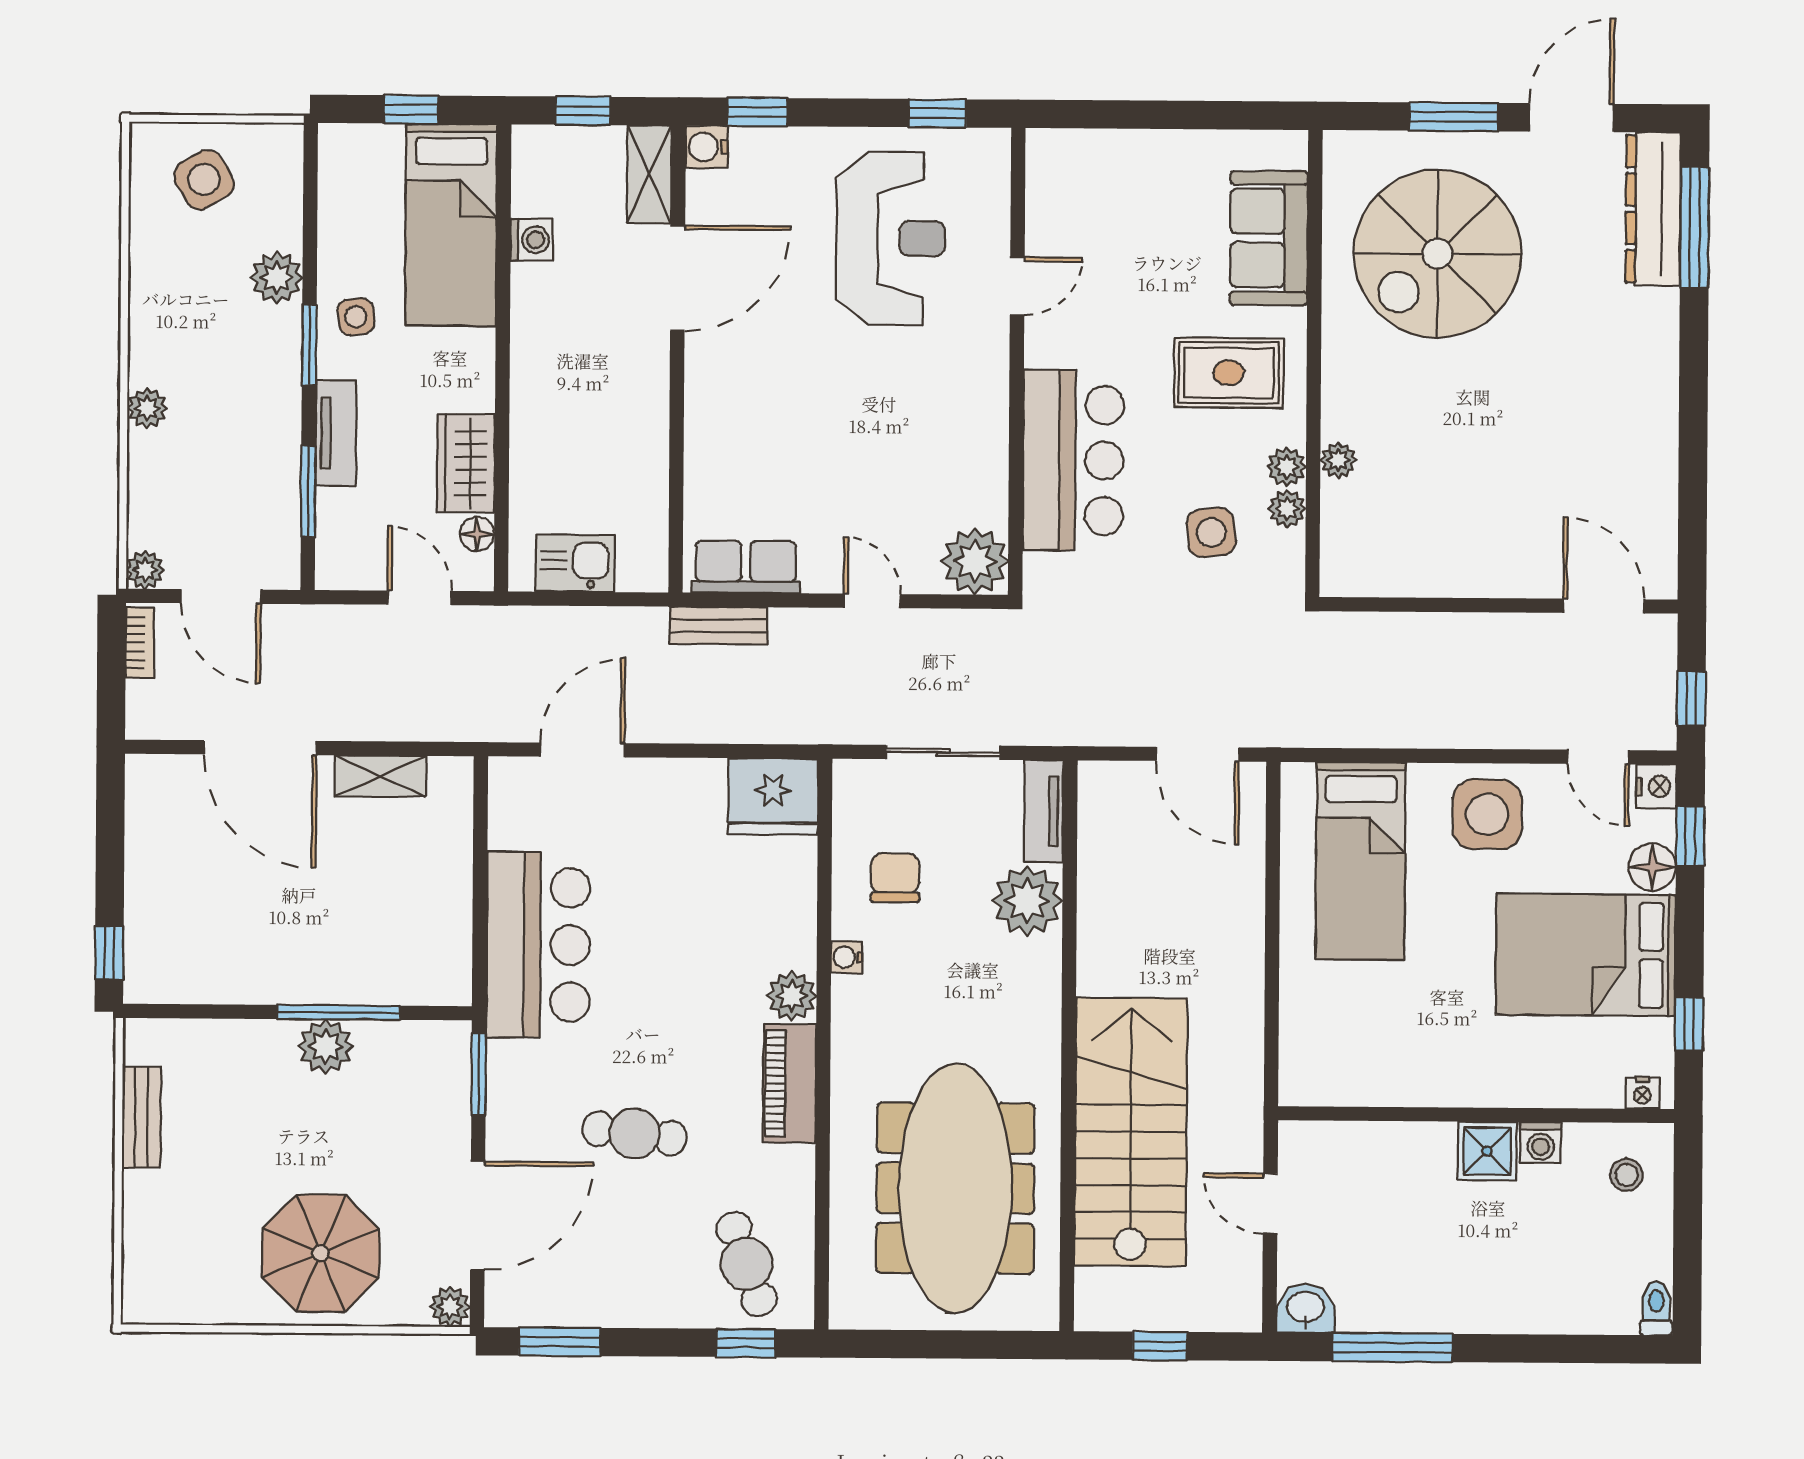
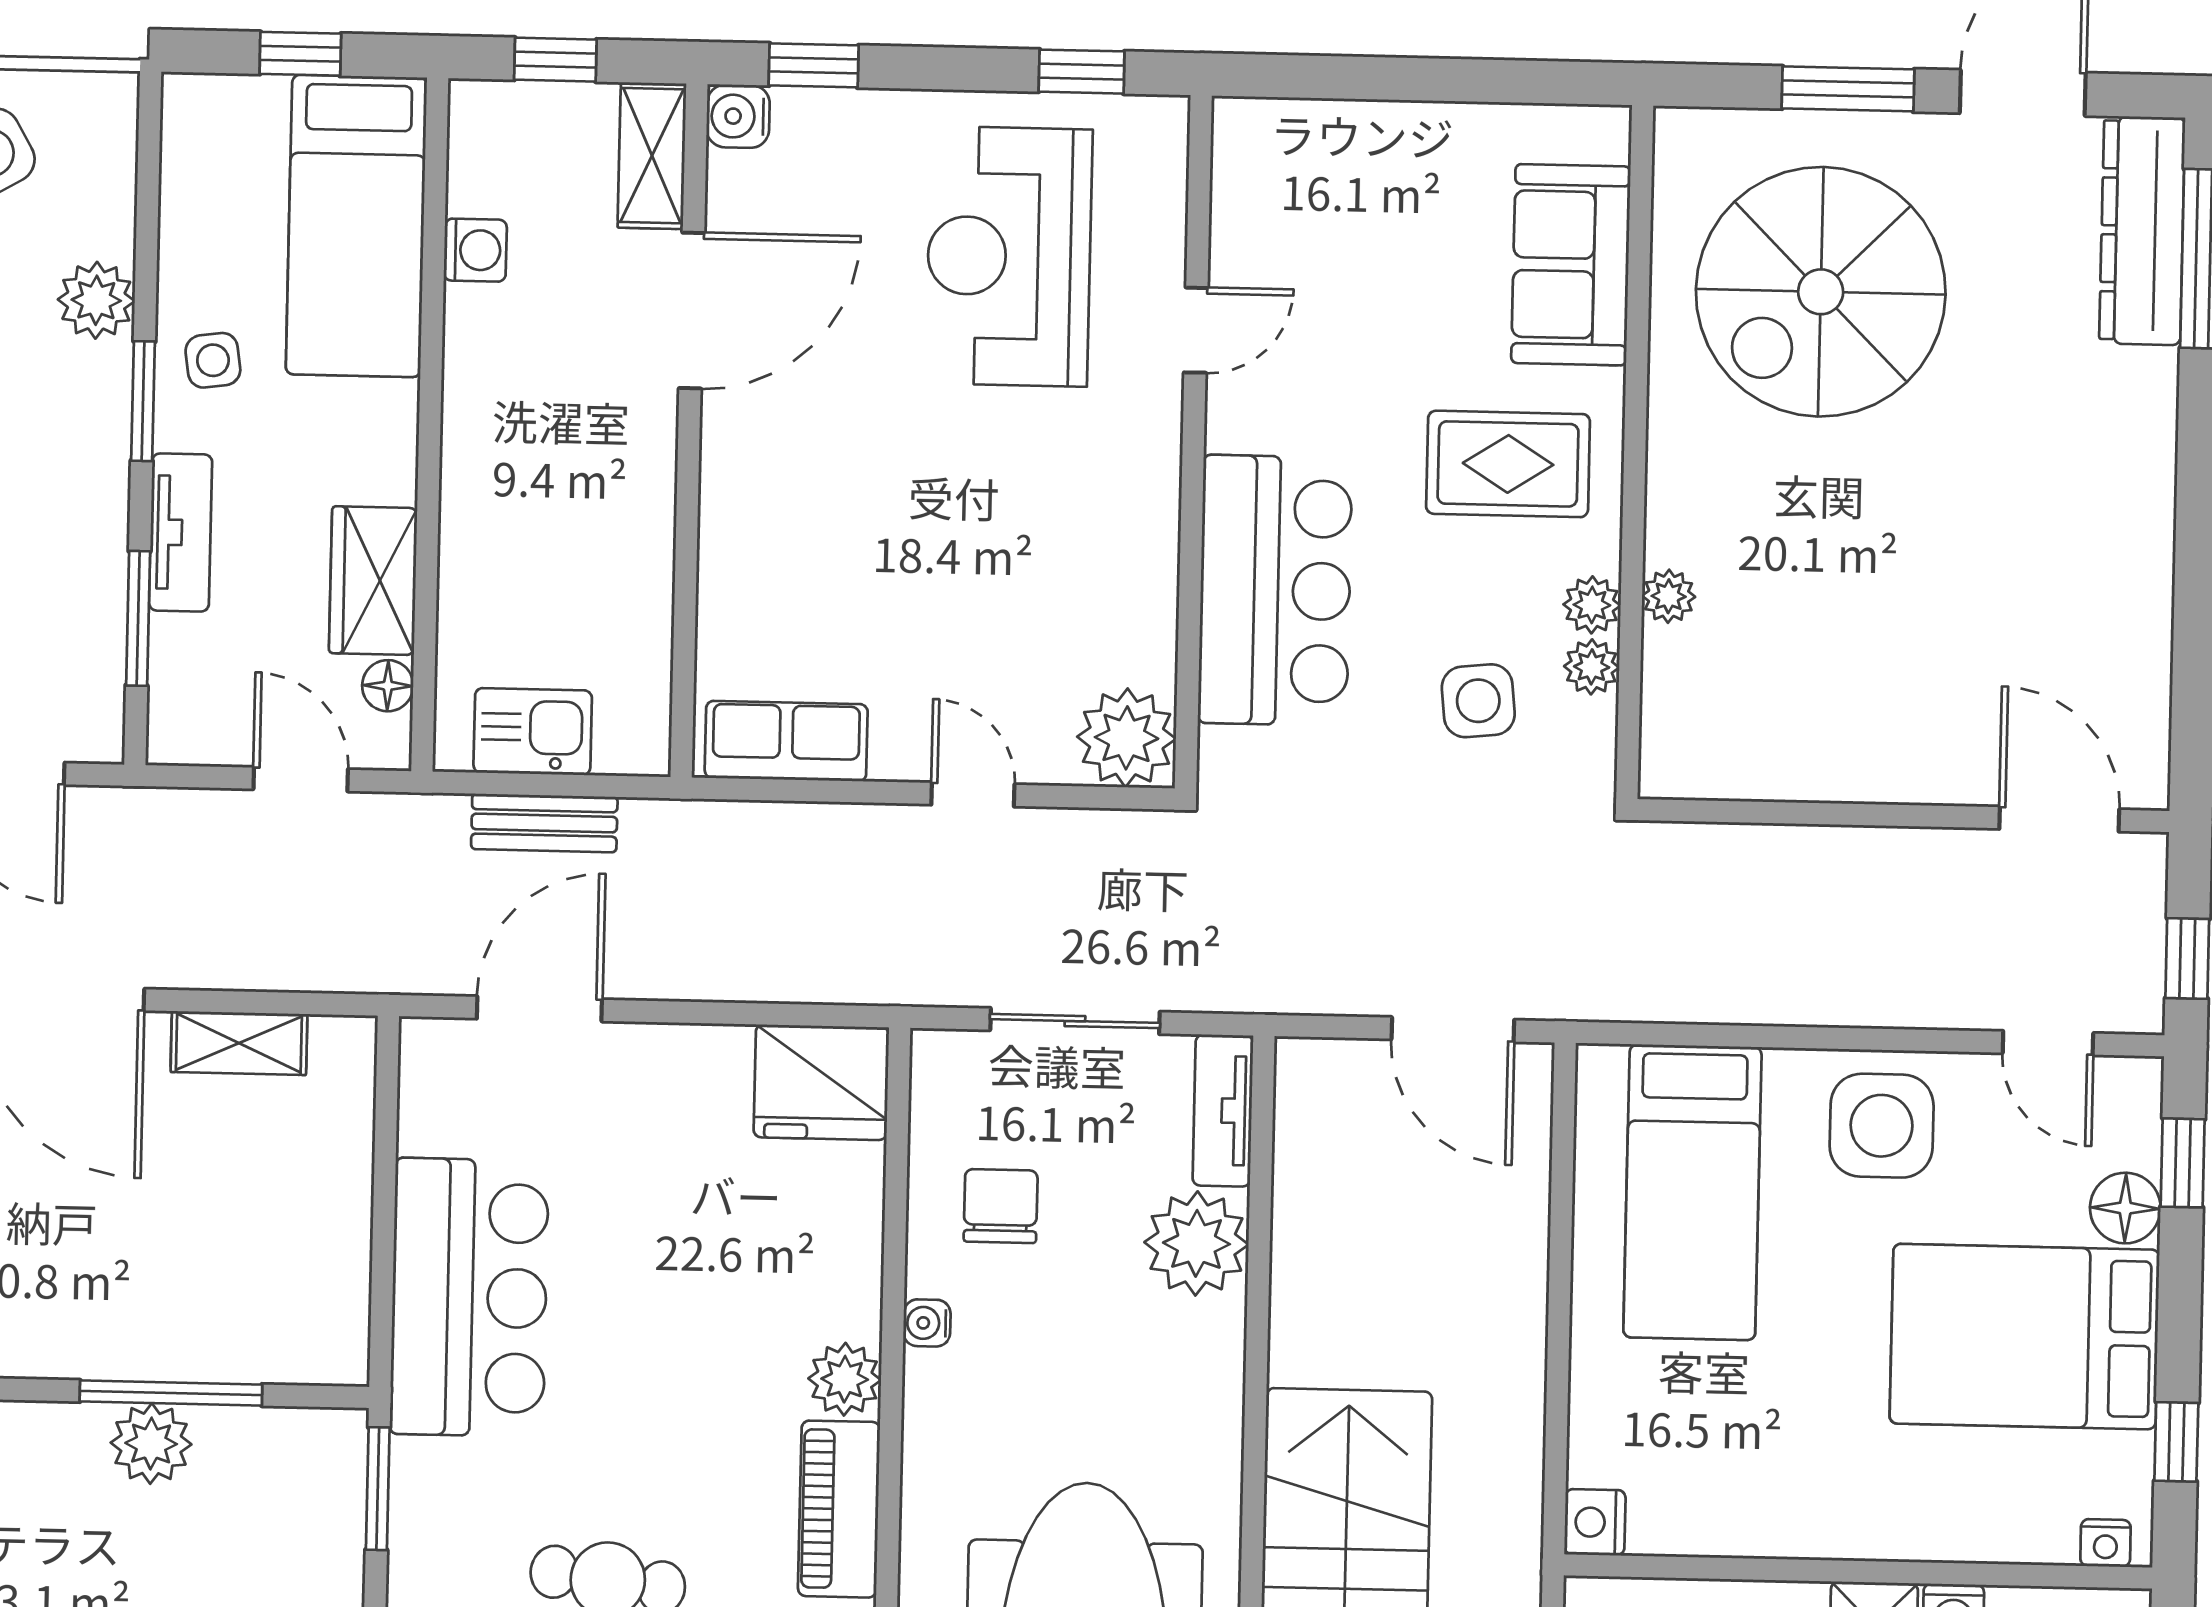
reception desk: (891, 238) -> (1009, 256), turned 180
bench: (719, 626) -> (544, 823), moved
nightstand: (1656, 786) -> (1595, 1522), moved, turned 180

